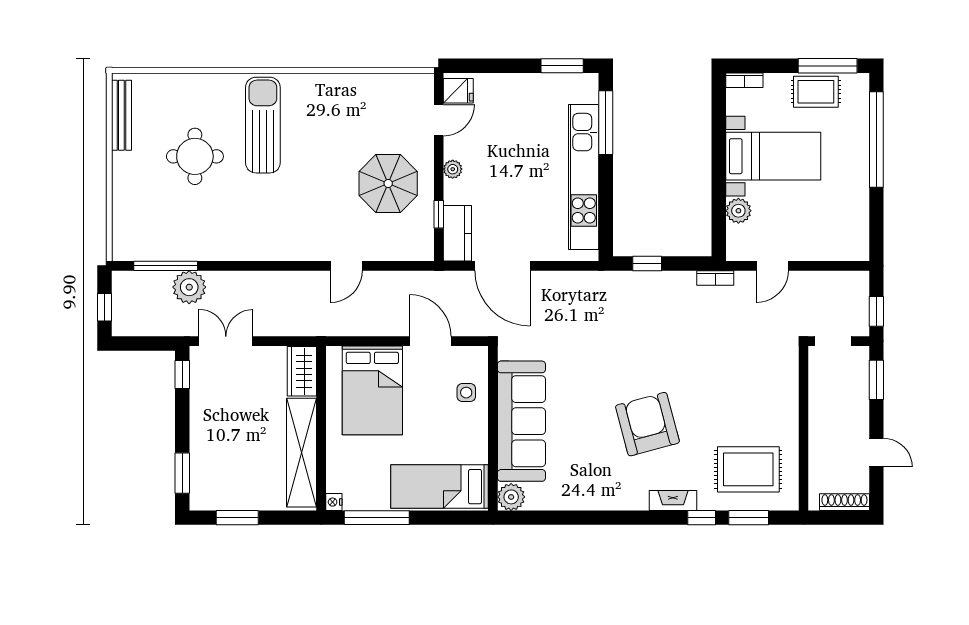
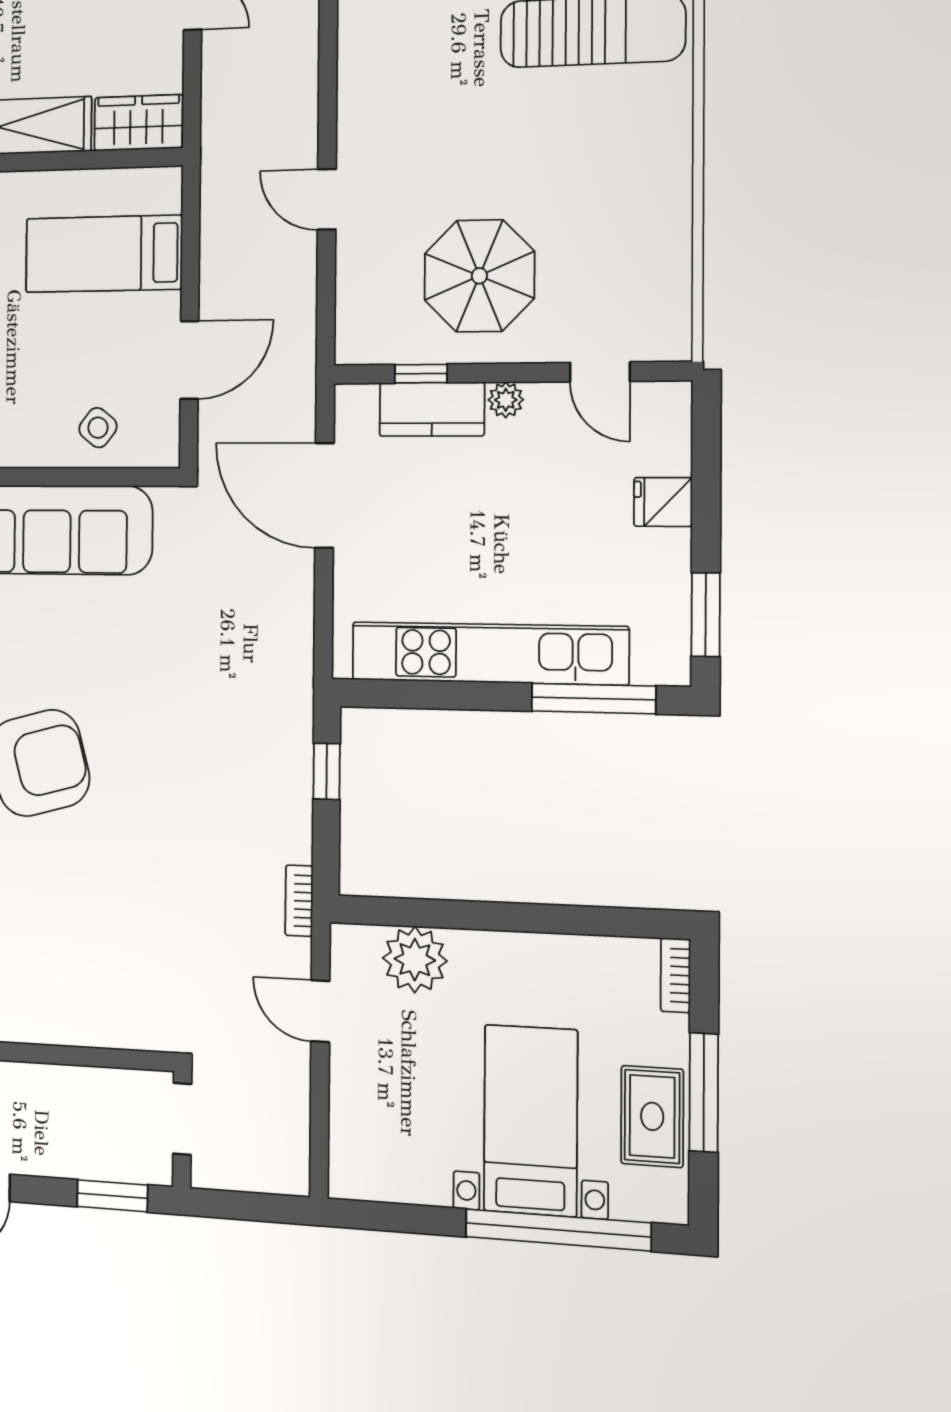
window: (828, 66) -> (704, 1092), moved
fridge: (458, 91) -> (663, 502), moved, turned 90
bed with nightstands: (773, 156) -> (531, 1120), moved, turned 180
plant: (738, 211) -> (415, 960), width x1.36, depth x1.36
kitchen counter: (457, 233) -> (432, 409), moved
door: (502, 266) -> (324, 495), hinge flipped
window: (876, 311) -> (235, 1205), removed
bed: (372, 390) -> (104, 254), width x0.67
side table: (466, 393) -> (98, 428), turned 38

